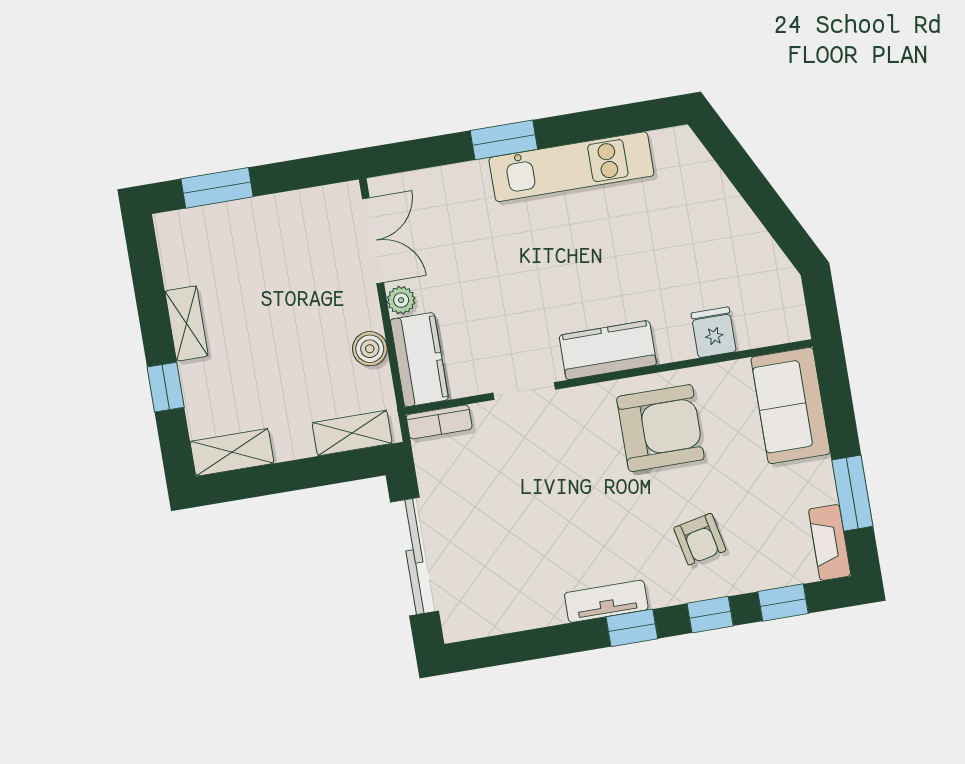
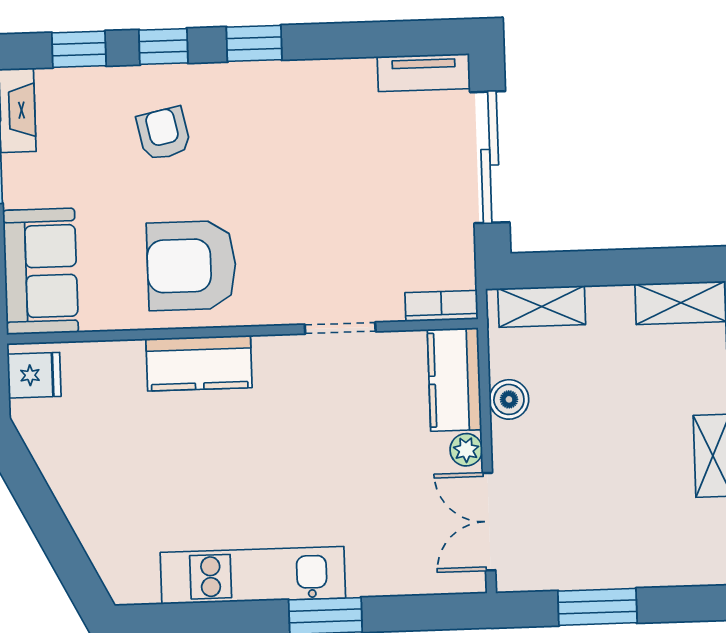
window: (217, 188) -> (597, 607), moved
fridge: (714, 332) -> (34, 375), moved, turned -90
kitchen counter: (608, 350) -> (199, 363), moved
tv unit: (606, 601) -> (424, 73), moved

